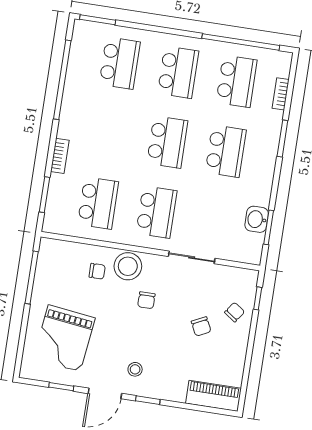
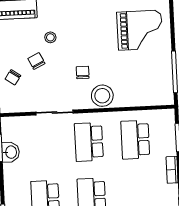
chair: (97, 271) -> (125, 87), removed
grand piano: (64, 338) -> (140, 30), turned 83
stool: (135, 369) -> (50, 37), moved

